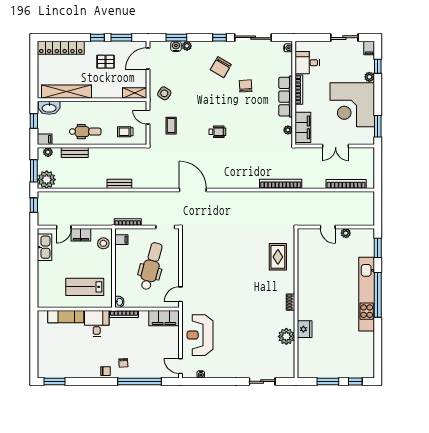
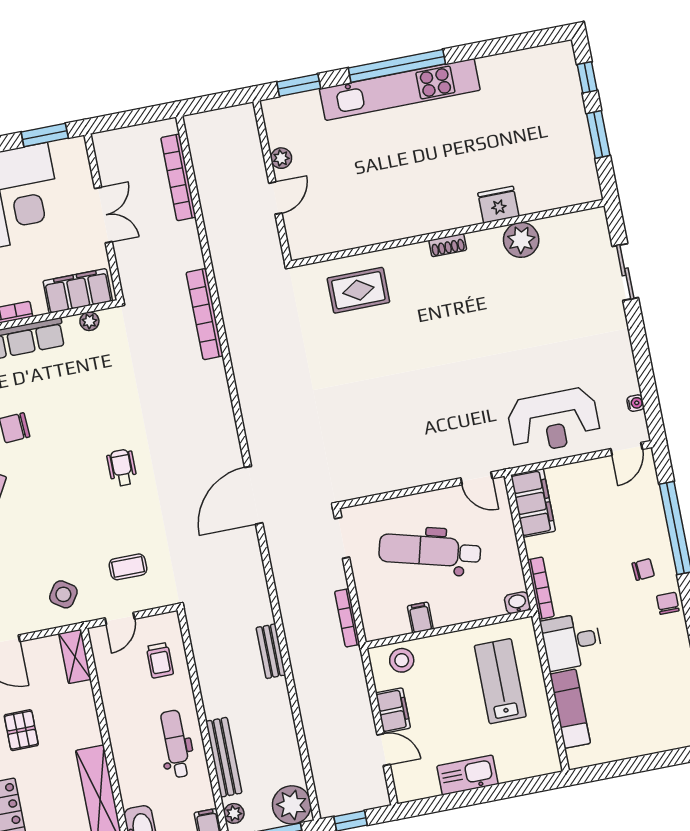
bench: (75, 153) -> (224, 757), width x1.36
filing cabinet: (121, 240) -> (420, 617), moved
kitchen sink: (44, 247) -> (467, 775), moved
lab bench: (85, 287) -> (500, 681), turned 180

